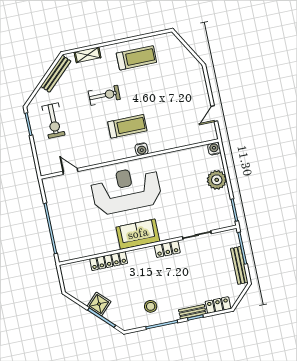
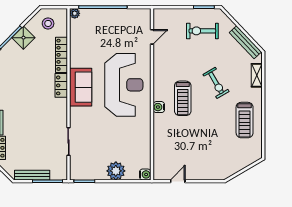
exercise bike: (104, 95) -> (216, 83), turned -30
door: (214, 114) -> (178, 181), hinge flipped
locker: (167, 249) -> (61, 85), moved
plant: (63, 256) -> (75, 13), added
stool: (151, 306) -> (48, 23), moved

